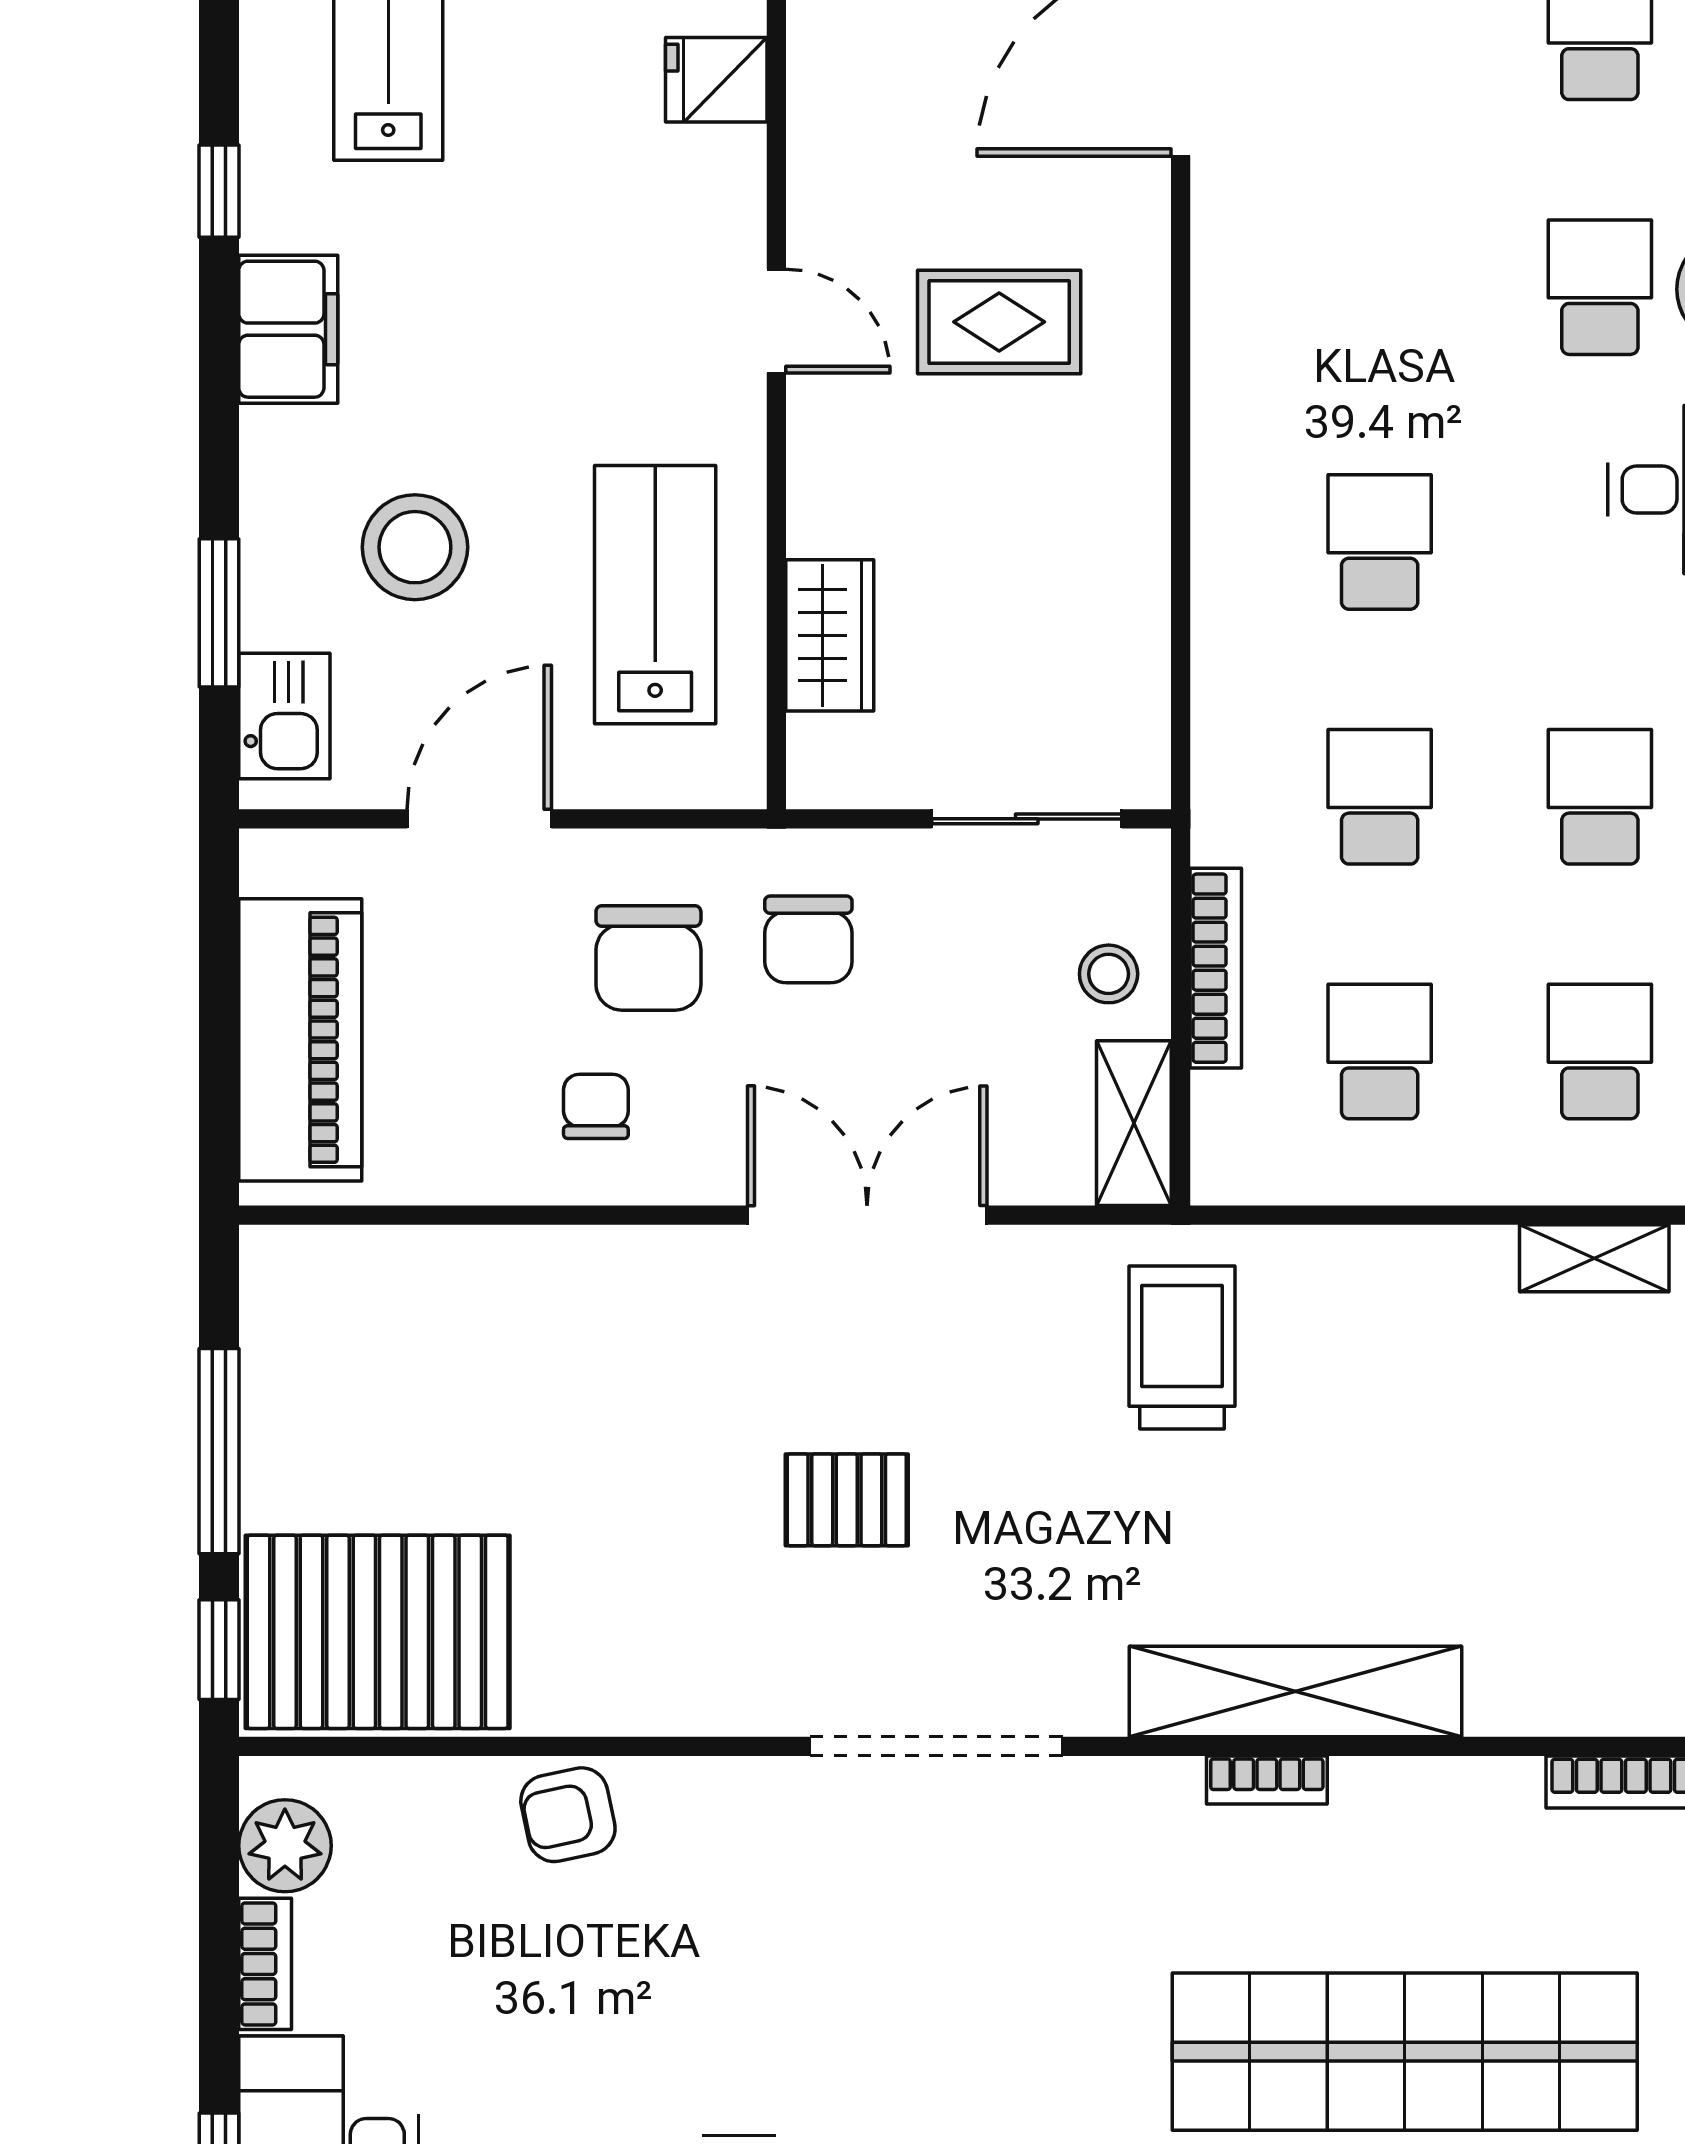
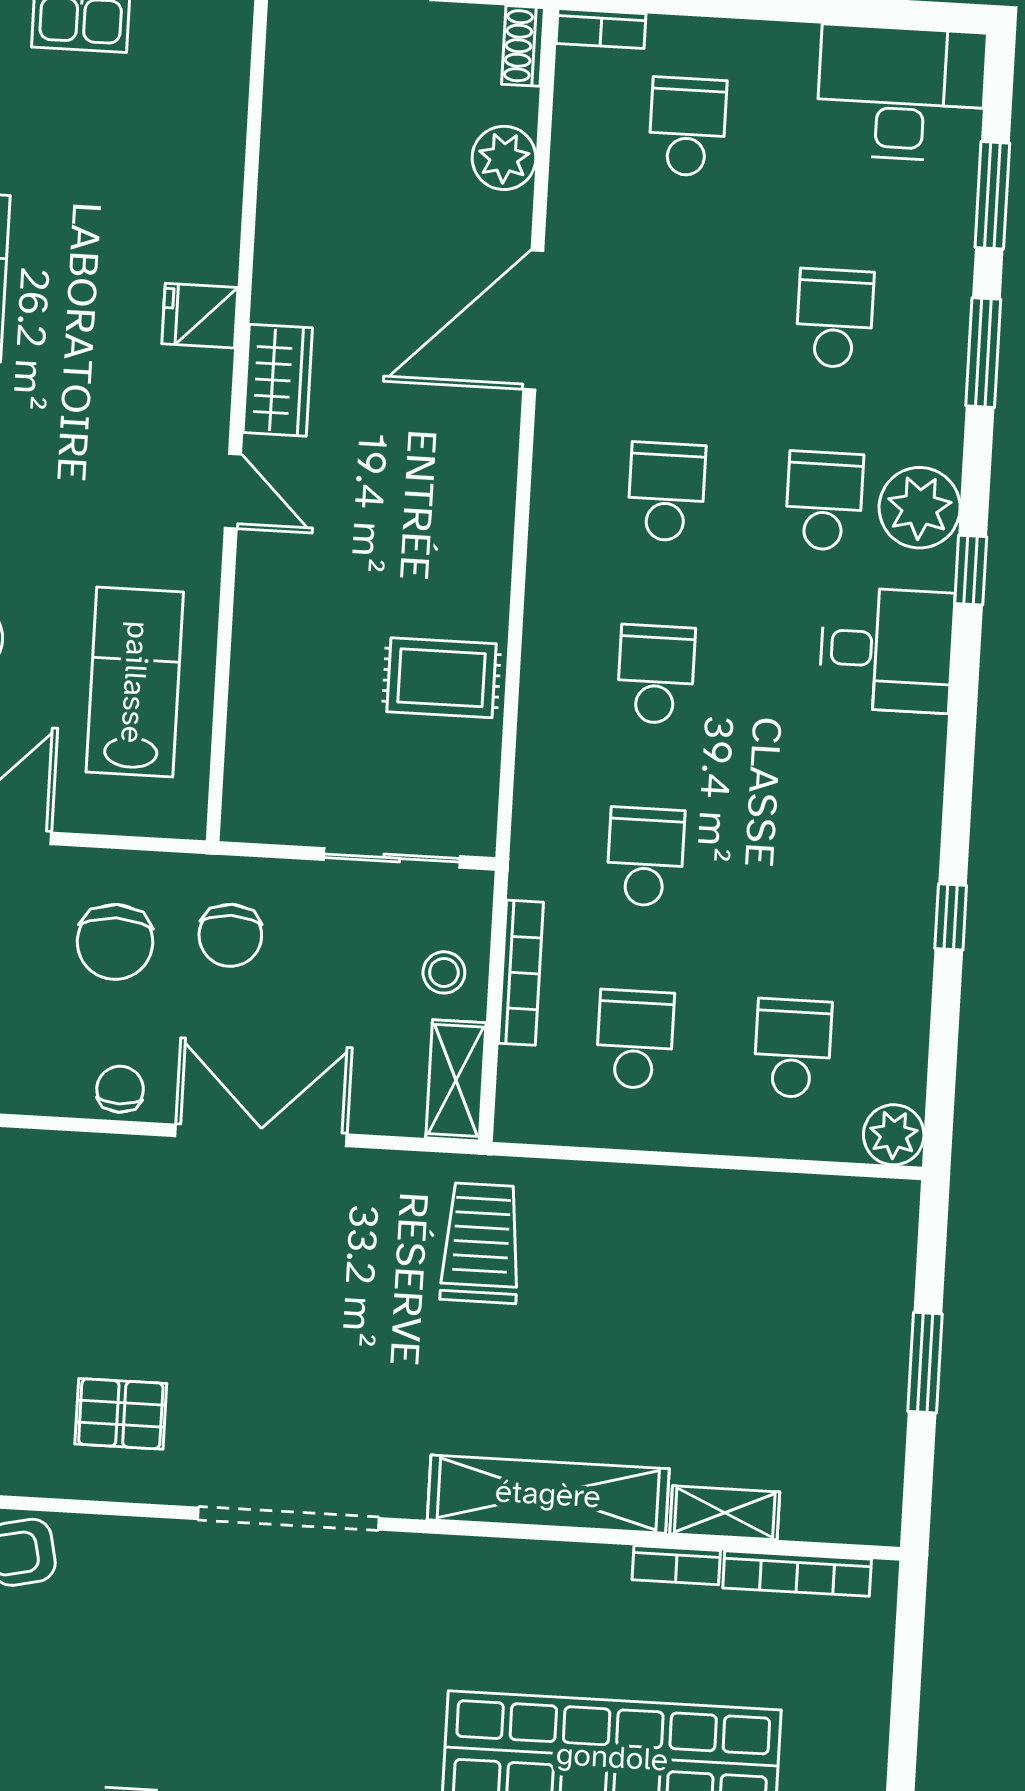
rug: (999, 322) -> (442, 678), moved
wardrobe: (830, 635) -> (278, 380), moved
school desk: (1600, 797) -> (666, 492), moved
chair: (596, 1106) -> (120, 1089), moved
shelving: (1594, 1258) -> (725, 1513), moved
pallet: (847, 1500) -> (121, 1414), moved
bookcase: (1267, 1780) -> (676, 1565), moved

